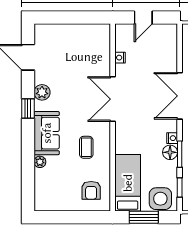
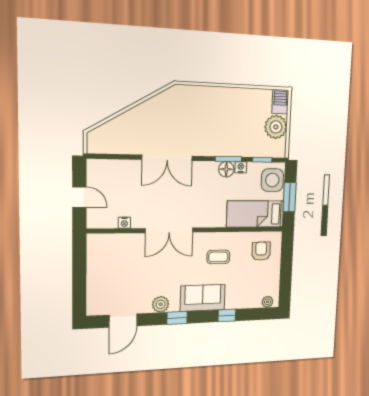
nightstand: (172, 138) -> (241, 167), moved
window: (28, 158) -> (227, 315), added
plant: (40, 162) -> (267, 302), moved
armchair: (91, 190) -> (261, 251), turned -91

